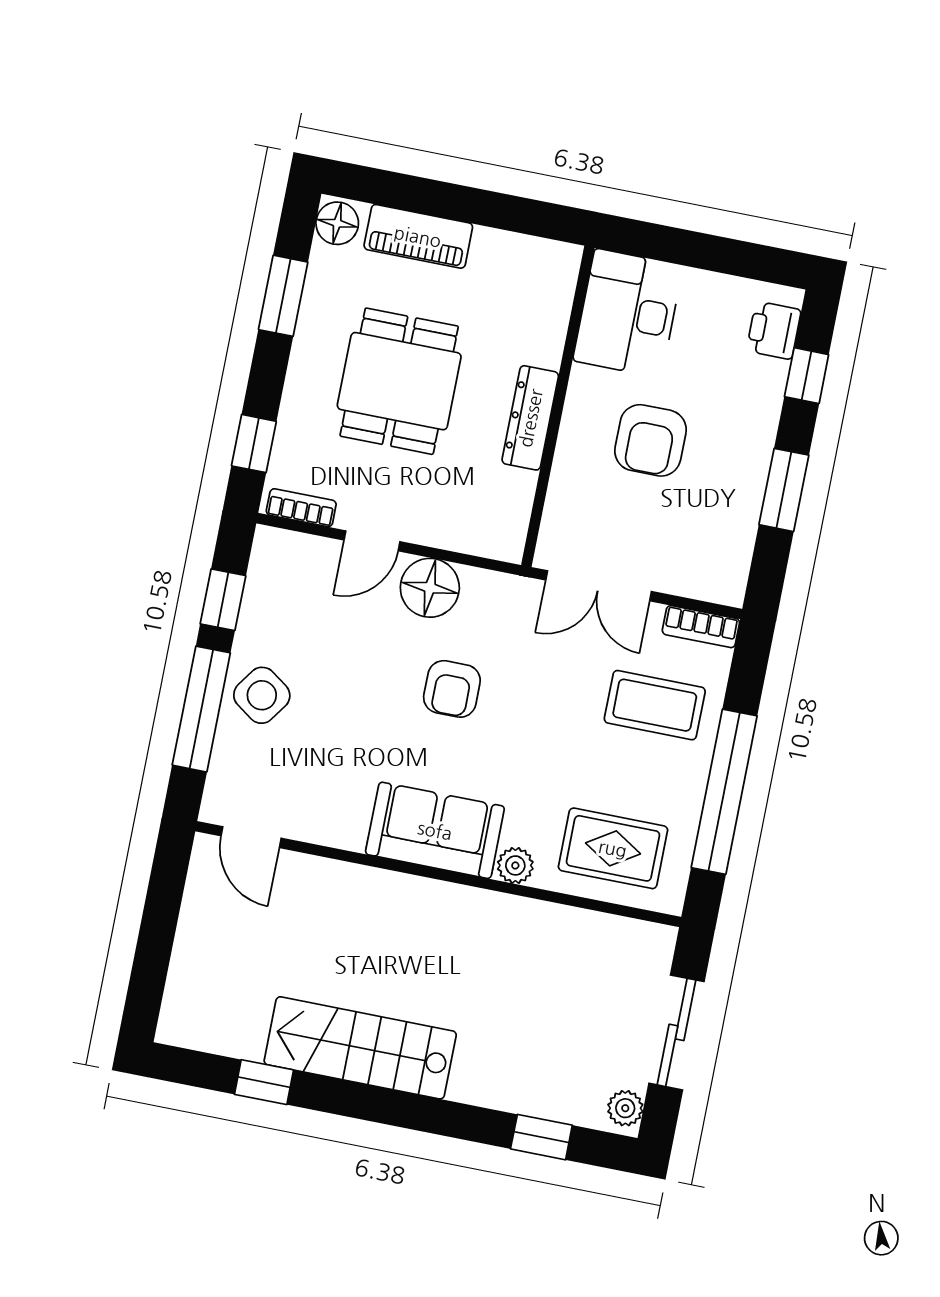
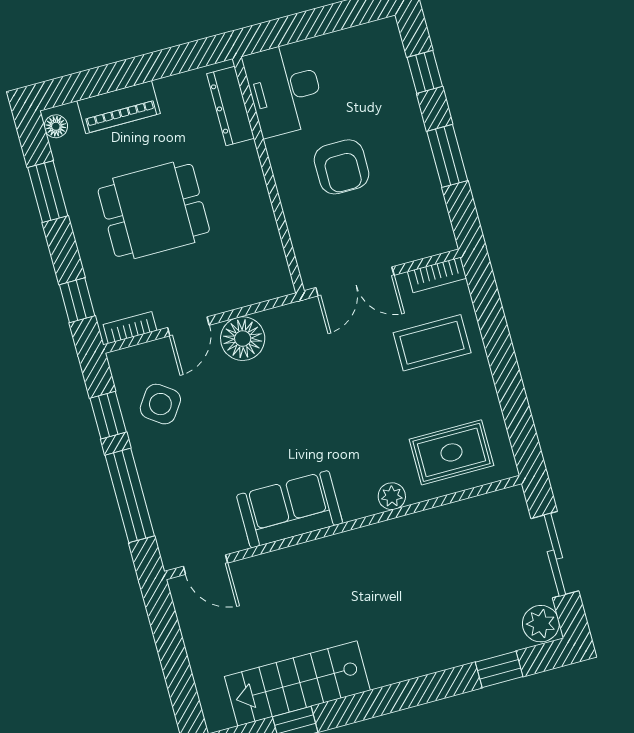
floor lamp: (337, 223) -> (56, 126), width x0.73, depth x0.73
printer: (774, 330) -> (388, 52), removed
dining table: (399, 381) -> (154, 210), turned 90
dresser: (530, 418) -> (231, 106), moved
armchair: (452, 689) -> (291, 399), removed
side table: (262, 695) -> (160, 404), moved
window: (724, 792) -> (507, 378), removed
sofa: (435, 830) -> (290, 509), moved
stairs: (360, 1048) -> (297, 683), moved
plant: (625, 1108) -> (541, 624), width x1.38, depth x1.38

